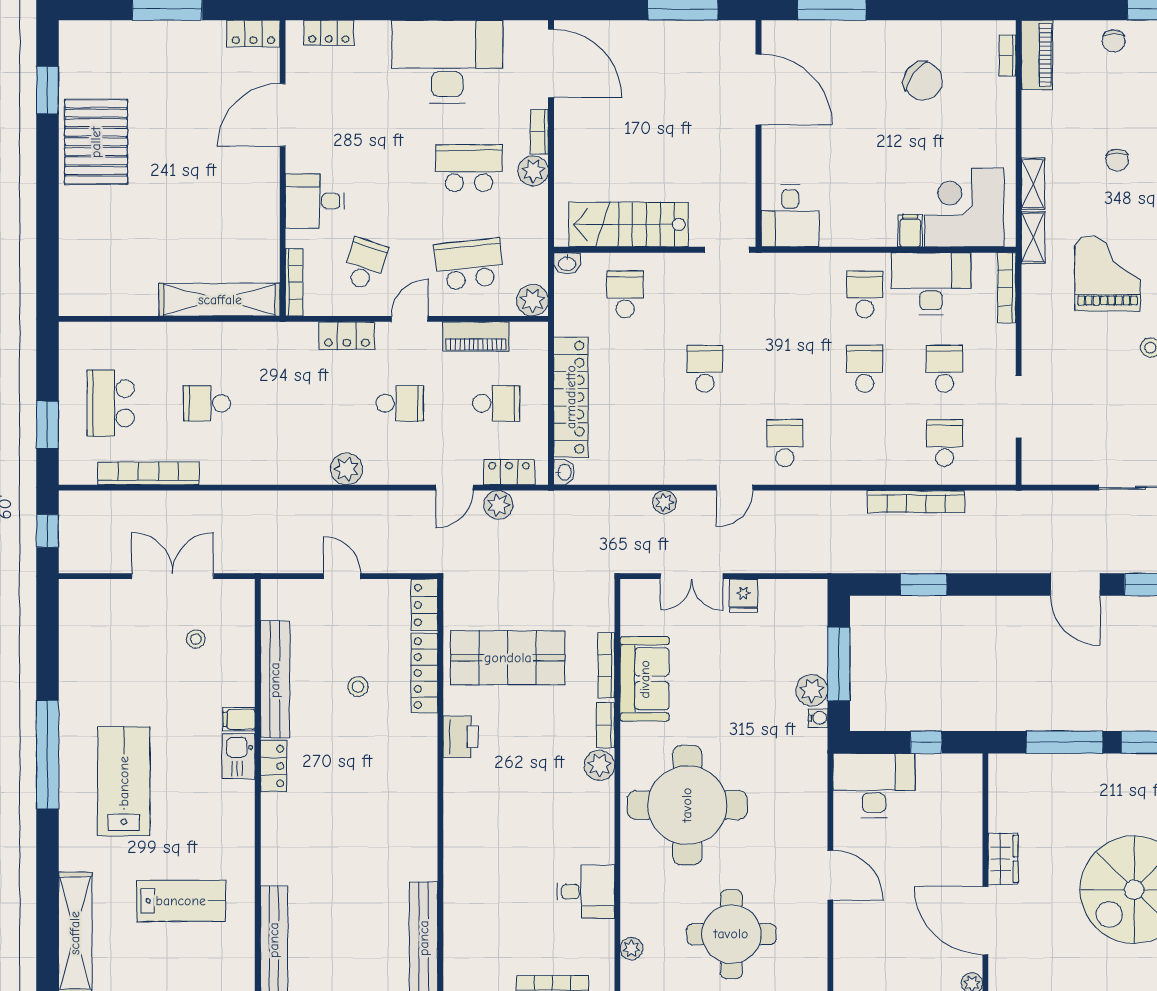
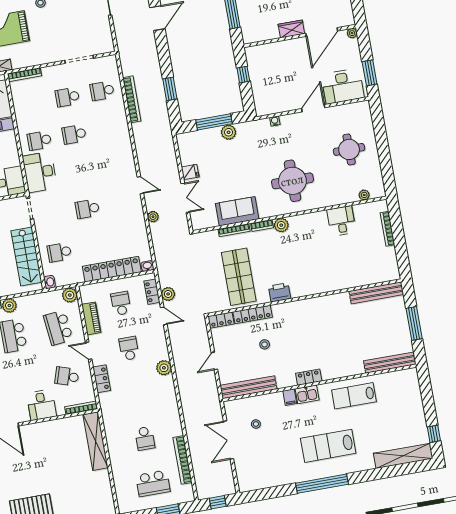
desk: (931, 284) -> (40, 172), moved
school desk: (785, 443) -> (115, 165), removed
bench: (275, 680) -> (249, 387), moved
water cooler: (818, 718) -> (275, 121), moved
desk: (874, 785) -> (343, 86), moved, turned -90
round table: (687, 805) -> (292, 181), width x0.73, depth x0.73
lab bench: (181, 901) -> (354, 396), moved, turned -90
round table: (731, 934) -> (349, 149), width x0.73, depth x0.73

